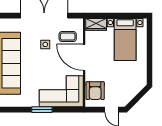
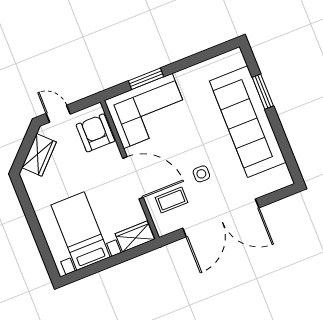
wardrobe: (131, 91) -> (39, 155), added
window: (42, 110) -> (146, 79), moved

